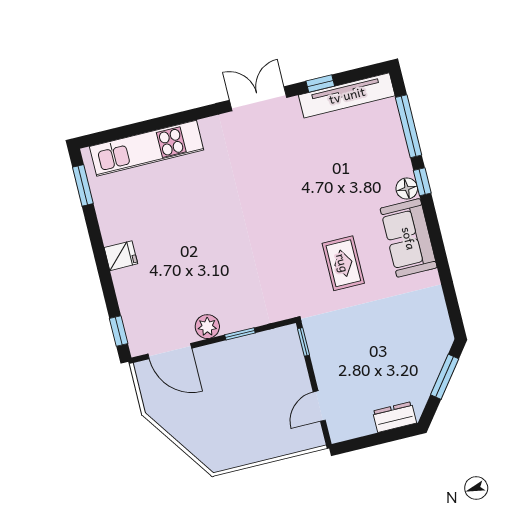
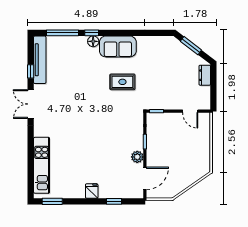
window: (119, 331) -> (114, 201), moved

